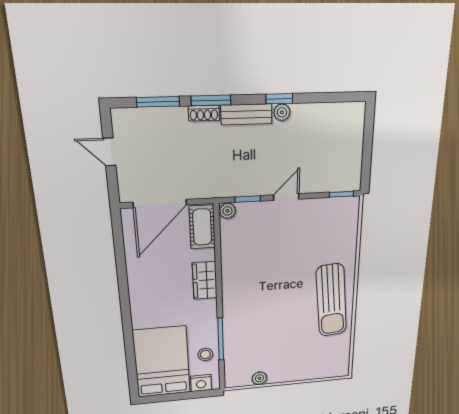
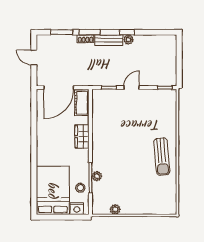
plant: (228, 211) -> (97, 176), moved
sun lounger: (331, 300) -> (162, 157), width x0.73, depth x0.75

